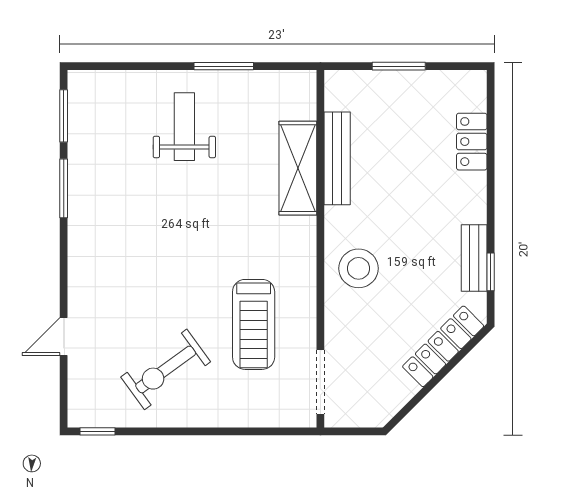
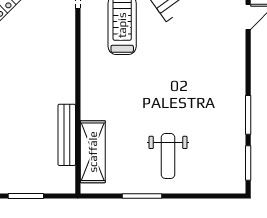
shelving: (298, 168) -> (93, 152), moved
stool: (358, 268) -> (53, 62), removed

